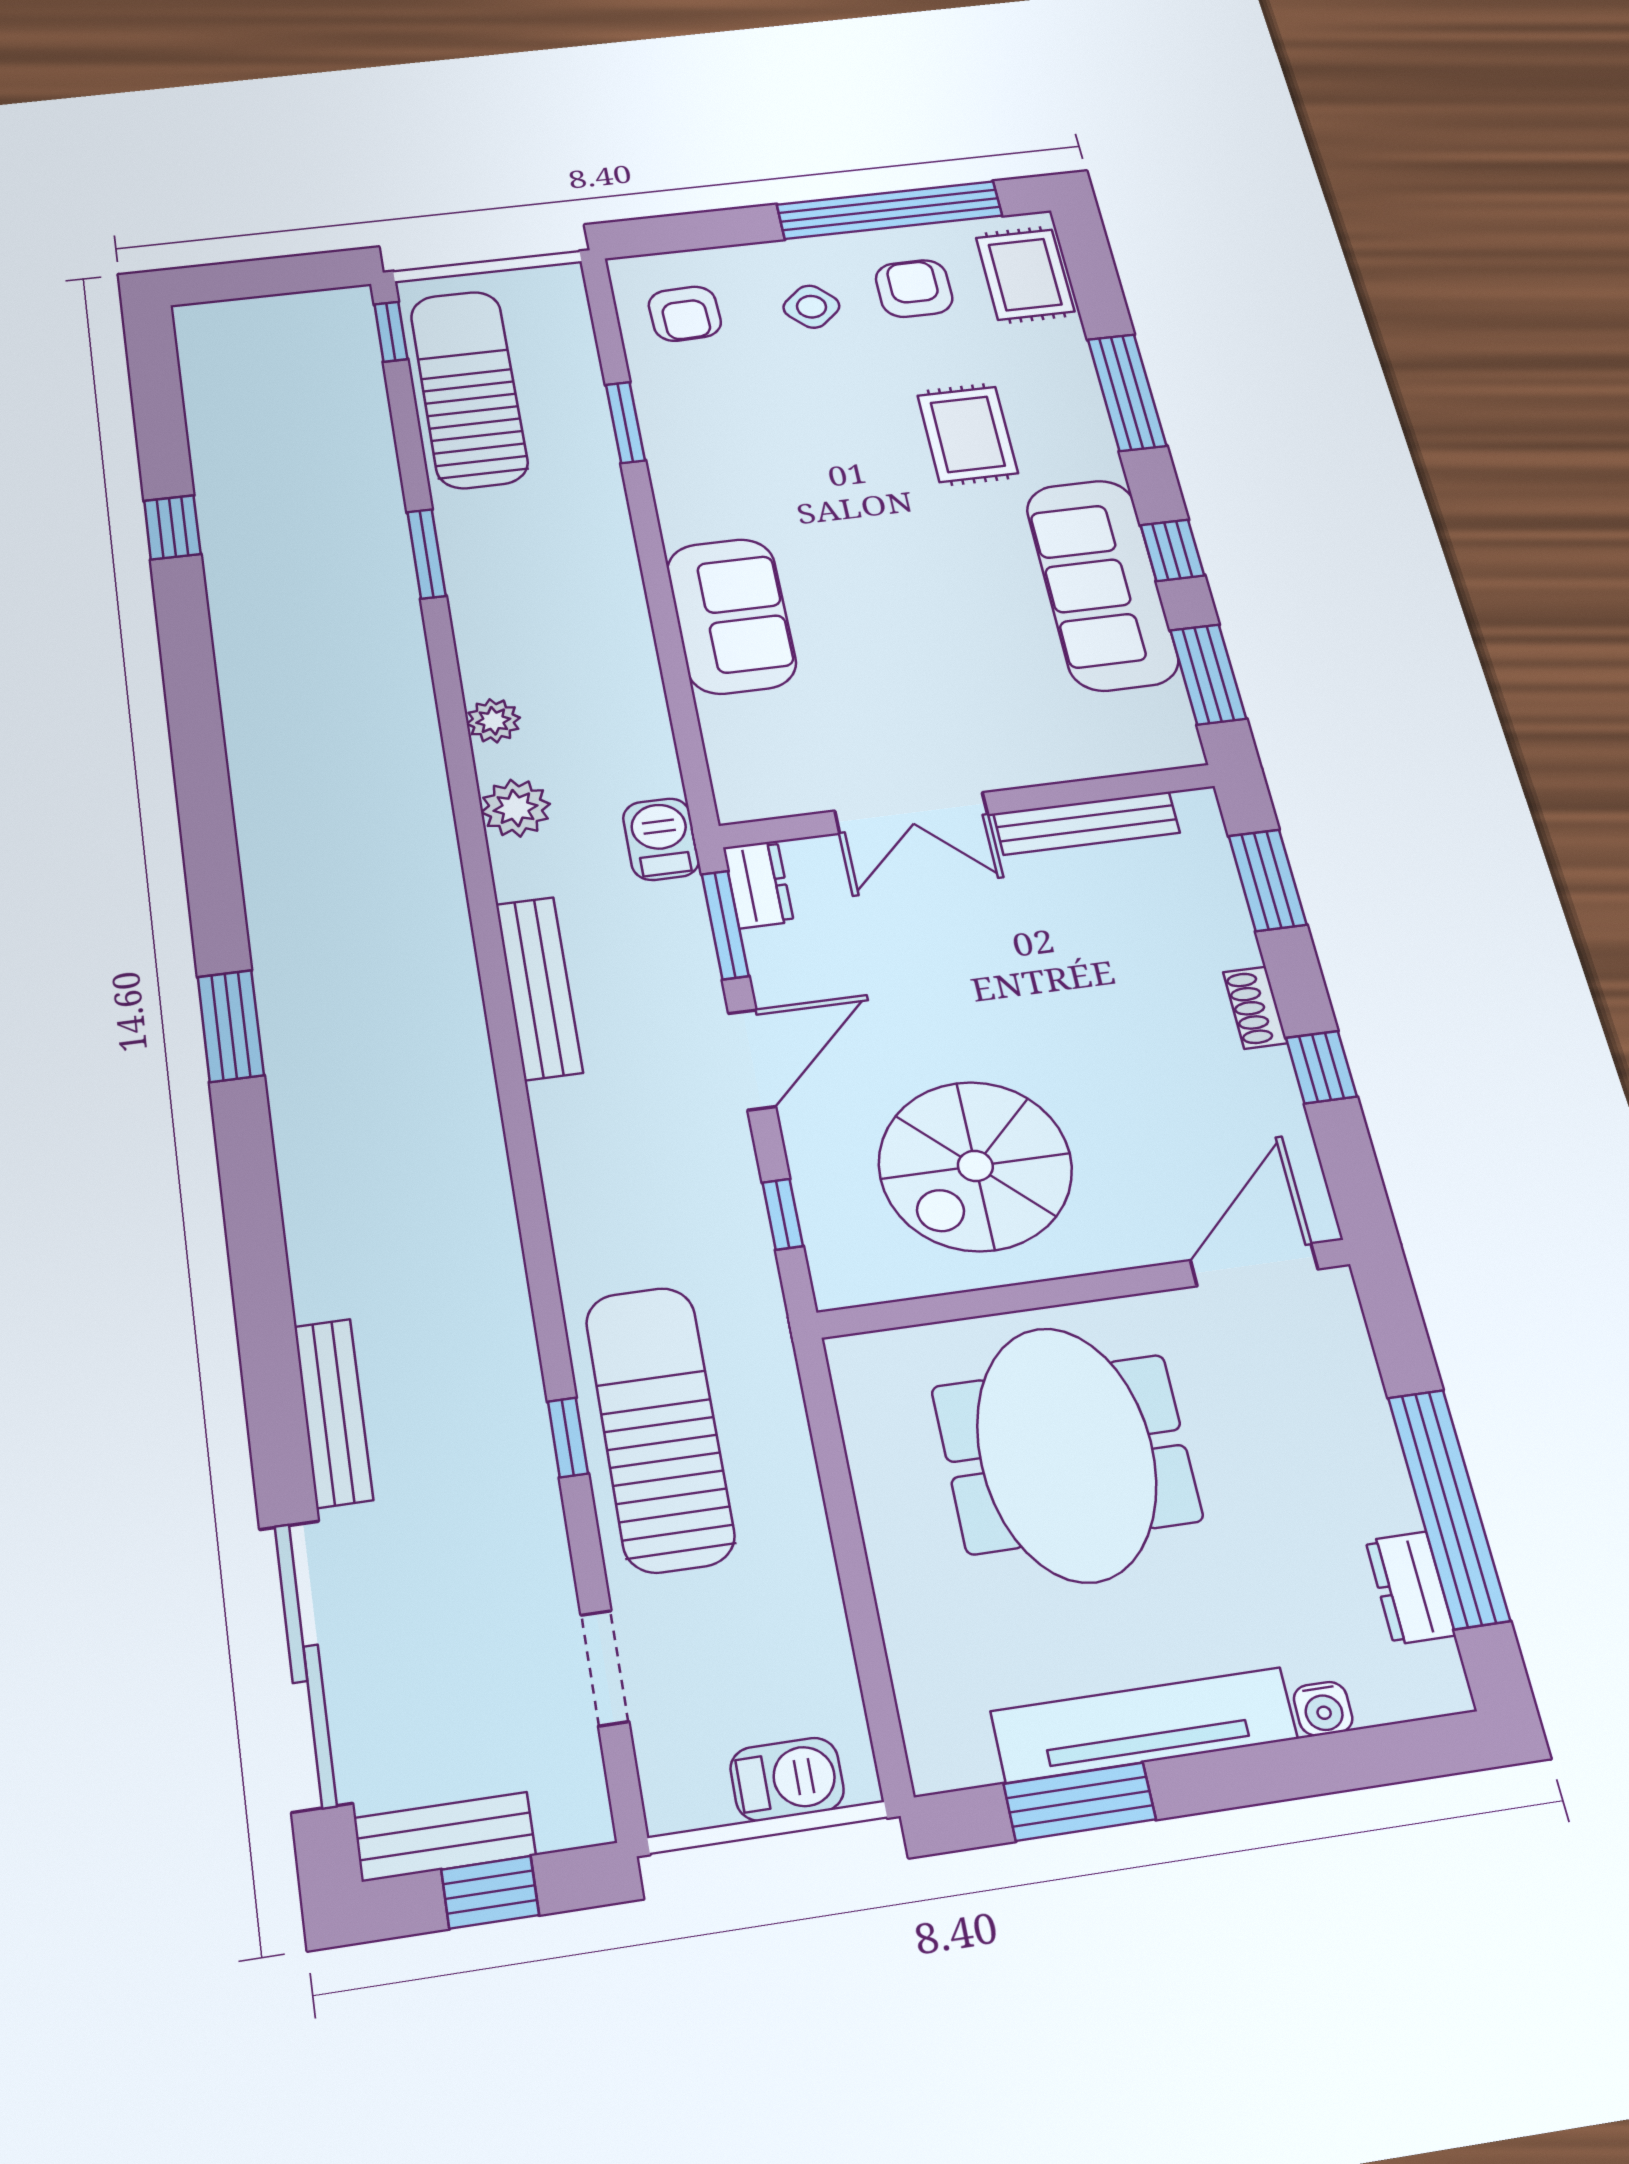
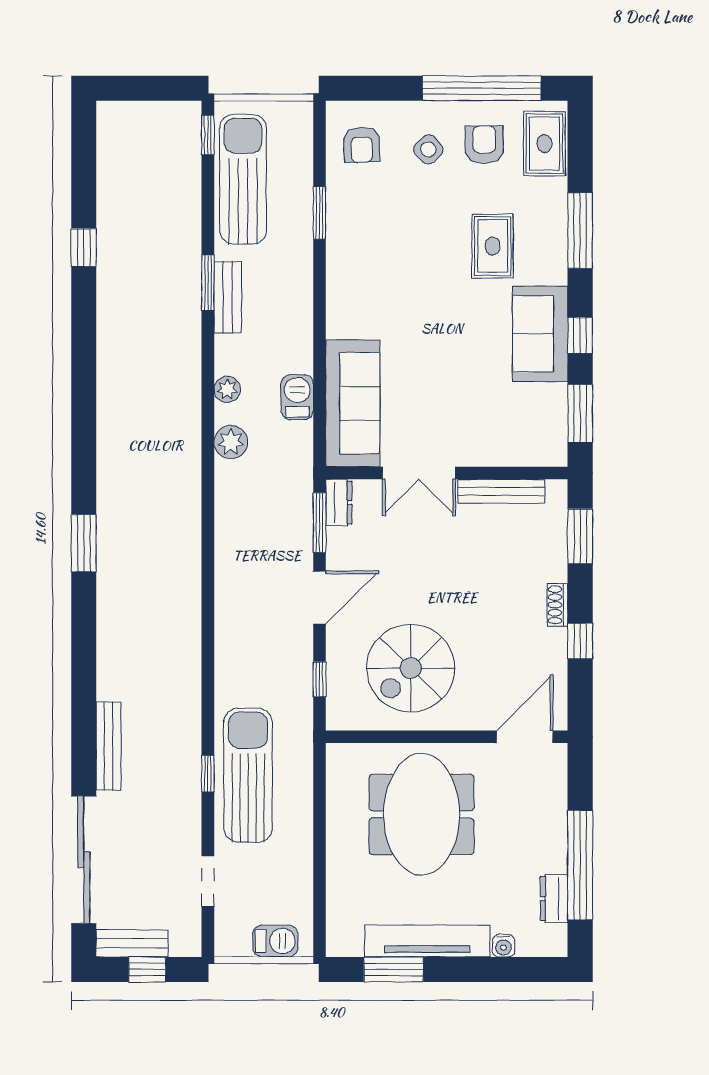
sofa: (1102, 584) -> (540, 334), width x0.73
sofa: (731, 616) -> (353, 403), moved, width x1.36
barbecue: (661, 839) -> (297, 397), moved
bench: (539, 988) -> (228, 297), moved, width x0.73

